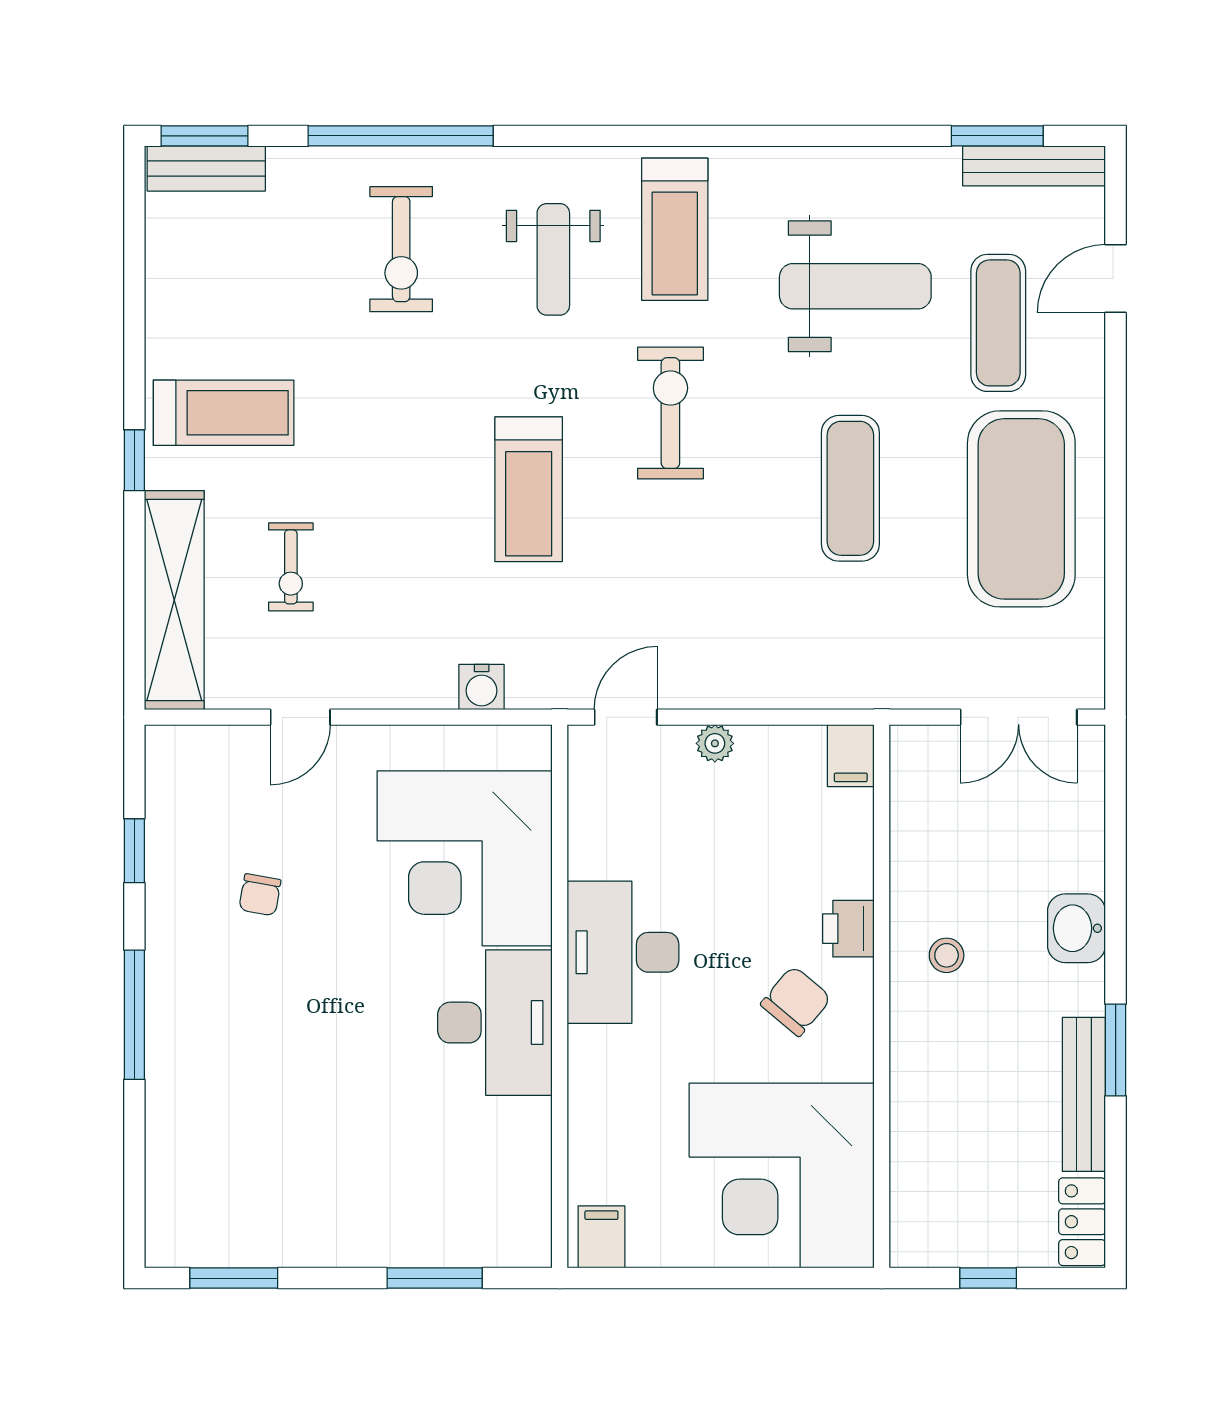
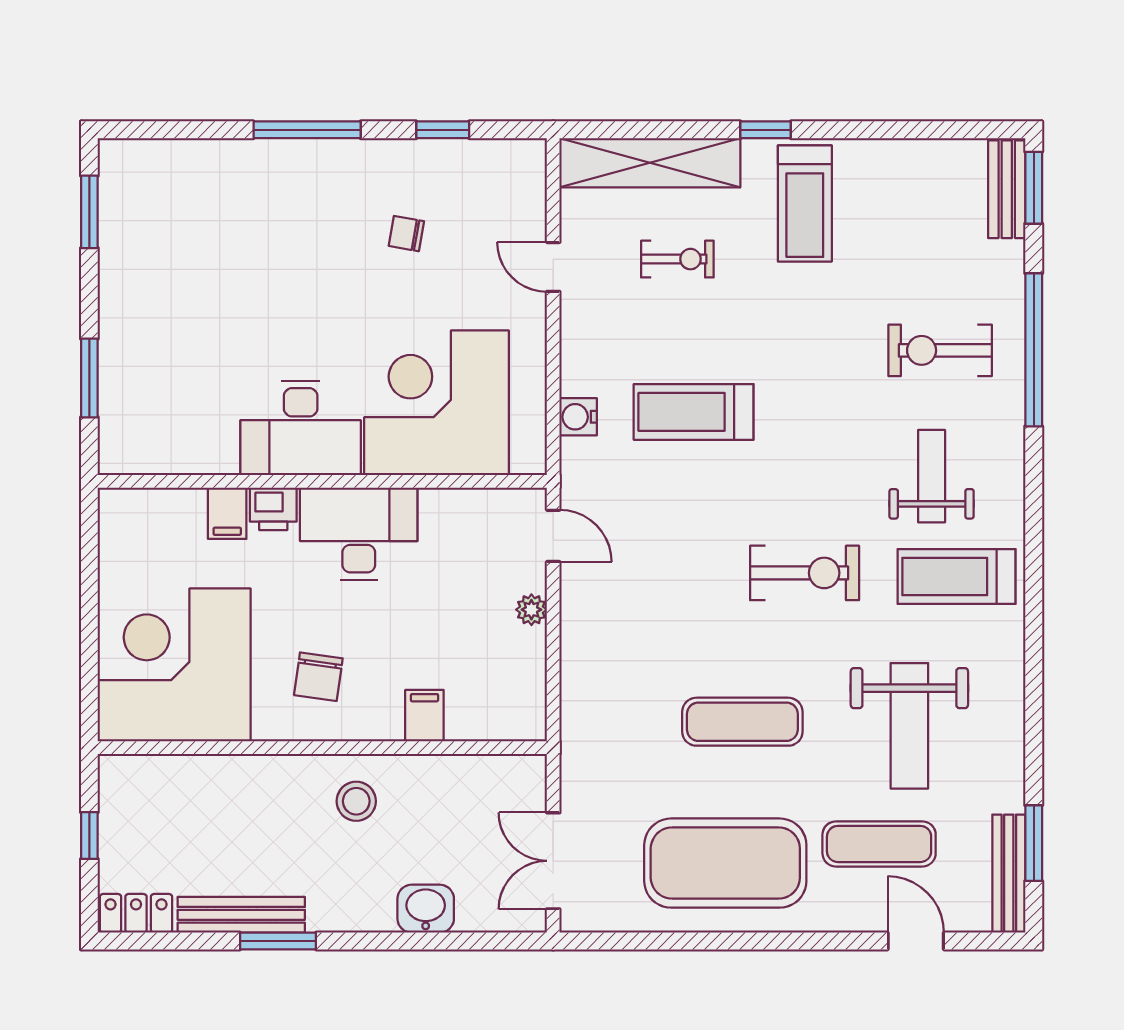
weight bench: (553, 259) -> (932, 476), turned 90
treadmill: (529, 489) -> (694, 412), moved
exercise bike: (291, 567) -> (677, 259), turned 180
filing cabinet: (851, 756) -> (424, 716), moved, turned 90
washbasin: (1077, 928) -> (426, 909), moved
printer: (848, 929) -> (273, 509), moved, turned 180
stool: (947, 955) -> (356, 801), width x1.37, depth x1.37
chair: (796, 1001) -> (318, 677), turned 58
filing cabinet: (601, 1237) -> (227, 513), moved, turned 90

